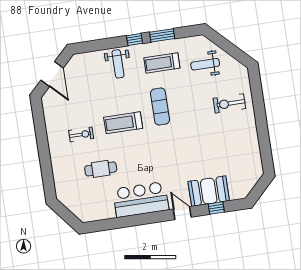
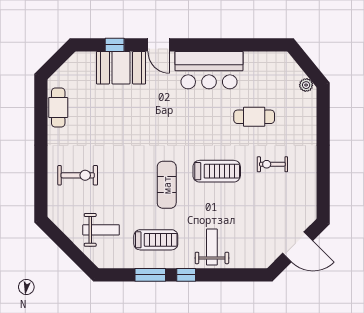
door: (52, 74) -> (298, 247), swing flipped
cafe table: (252, 153) -> (58, 108), added
plant: (64, 199) -> (306, 85), added

